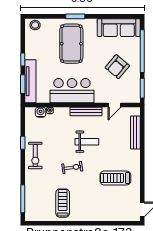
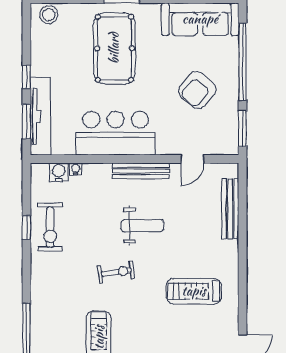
exercise bike: (35, 156) -> (50, 227), moved

